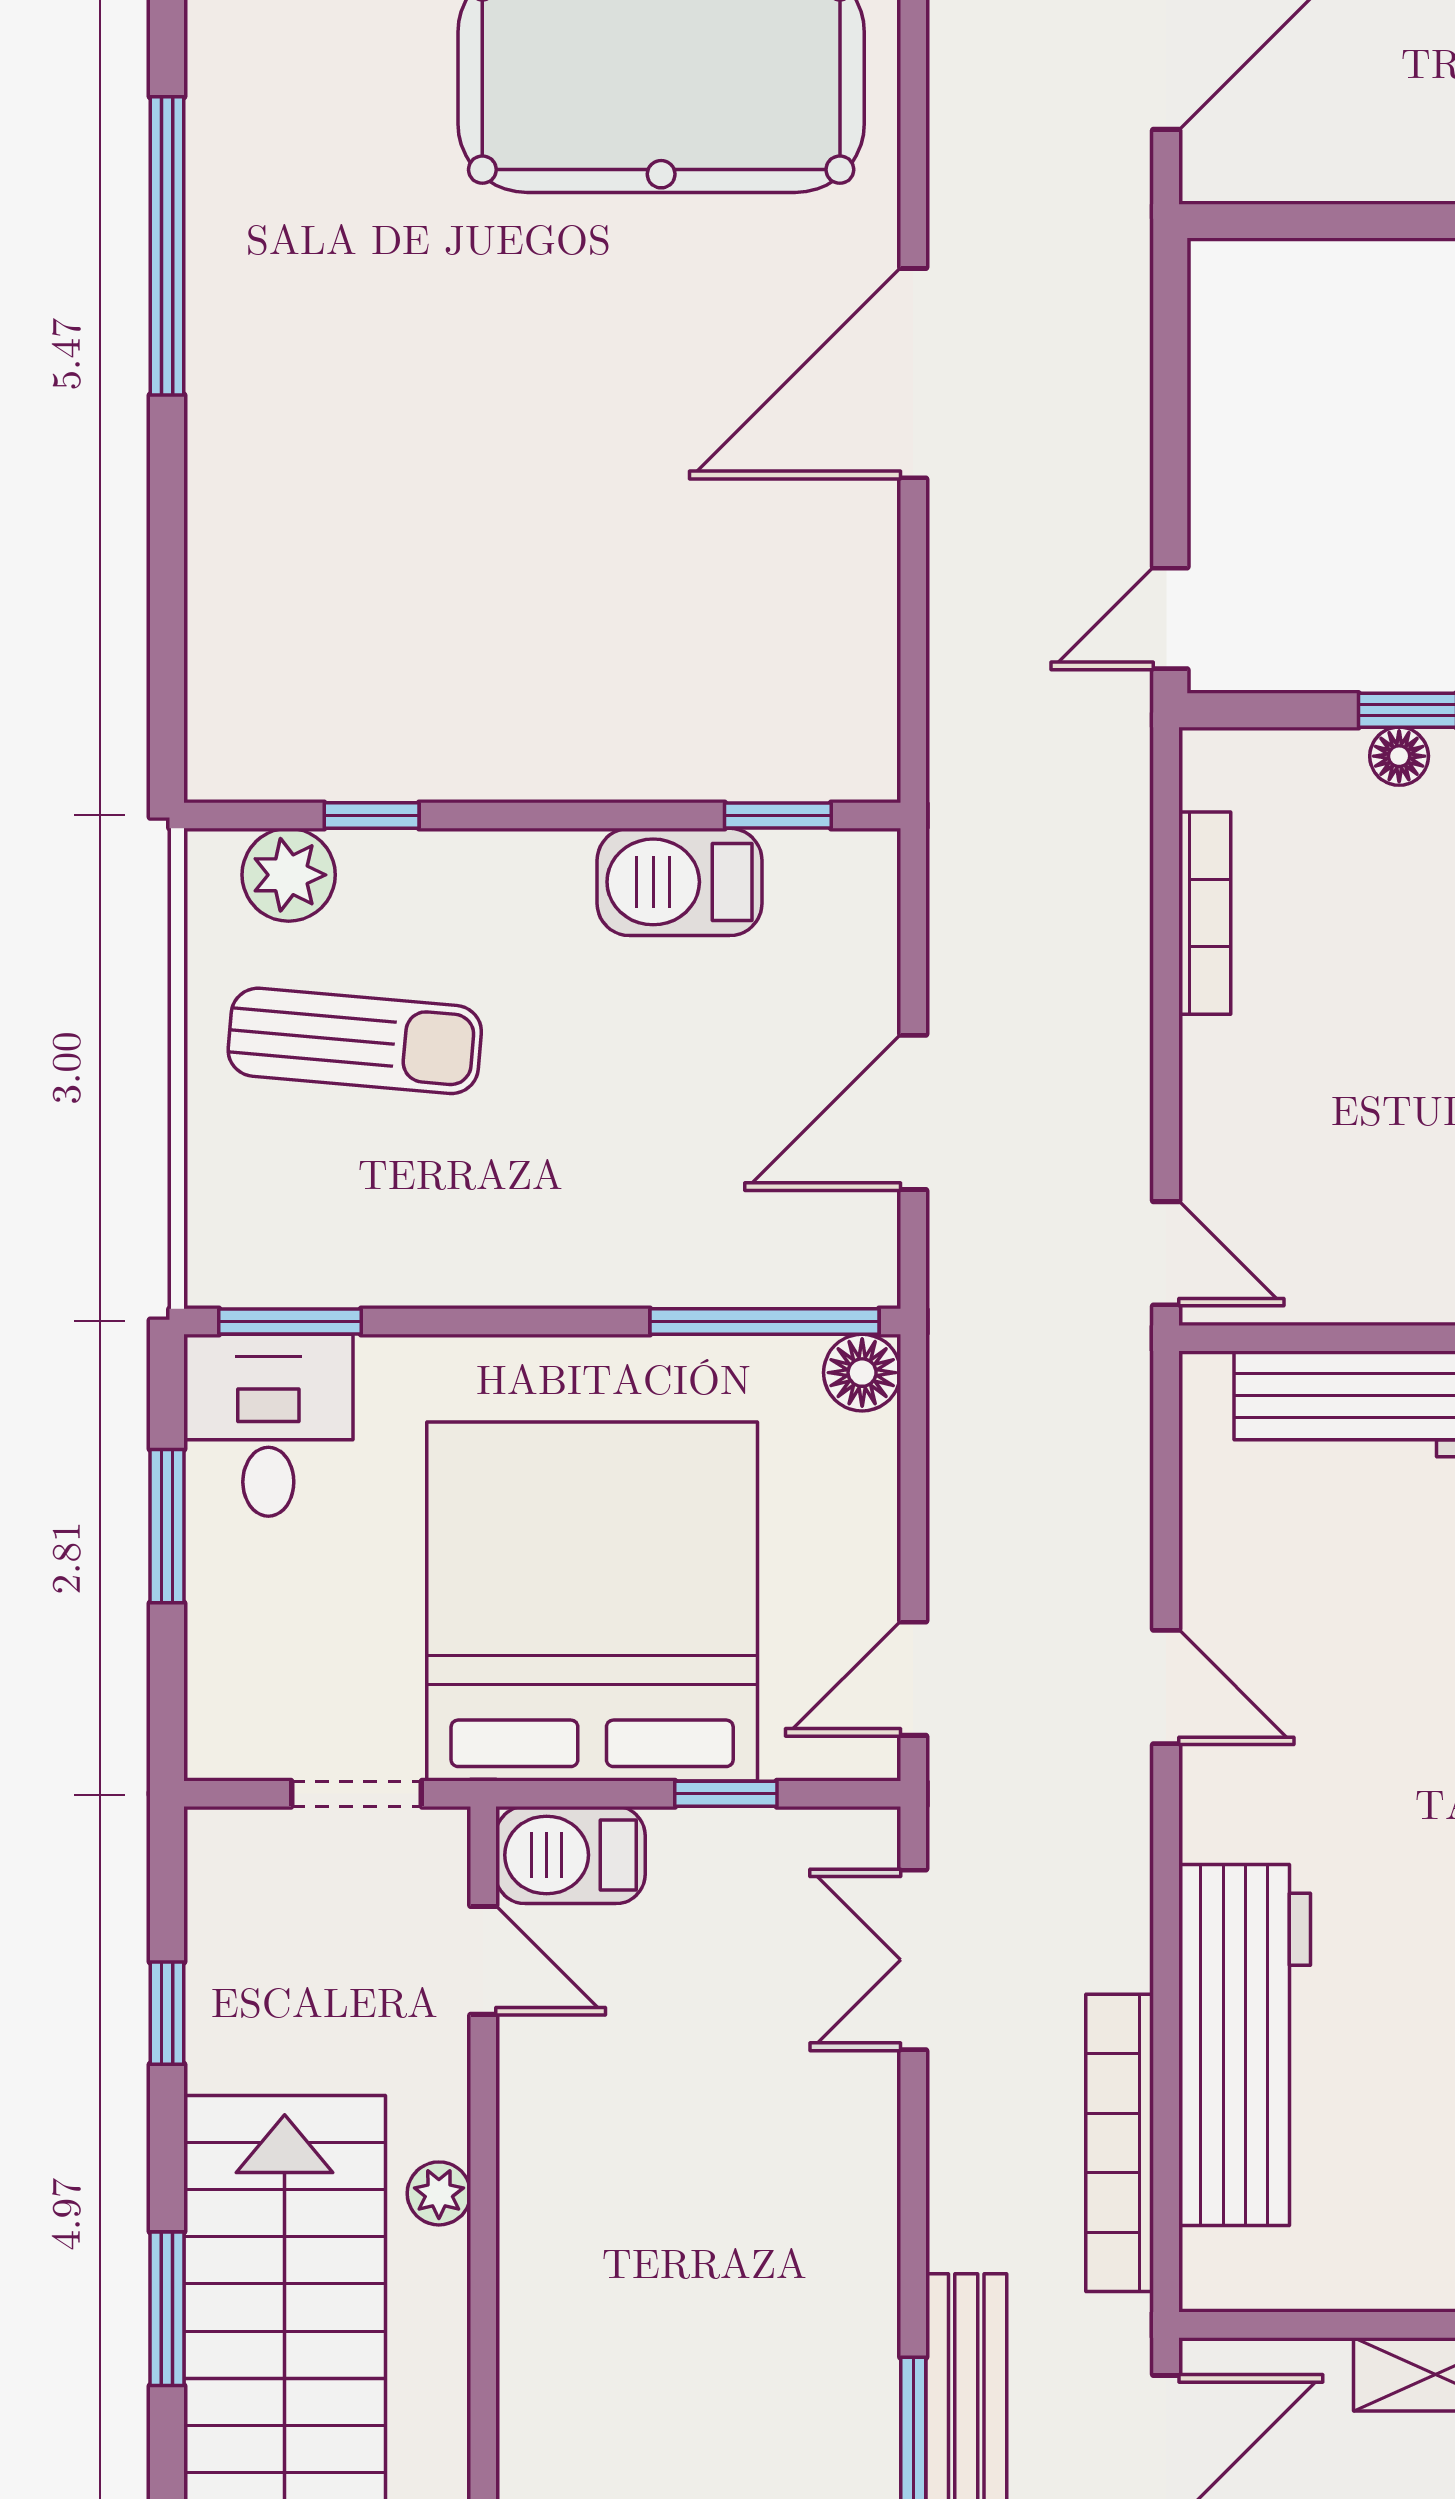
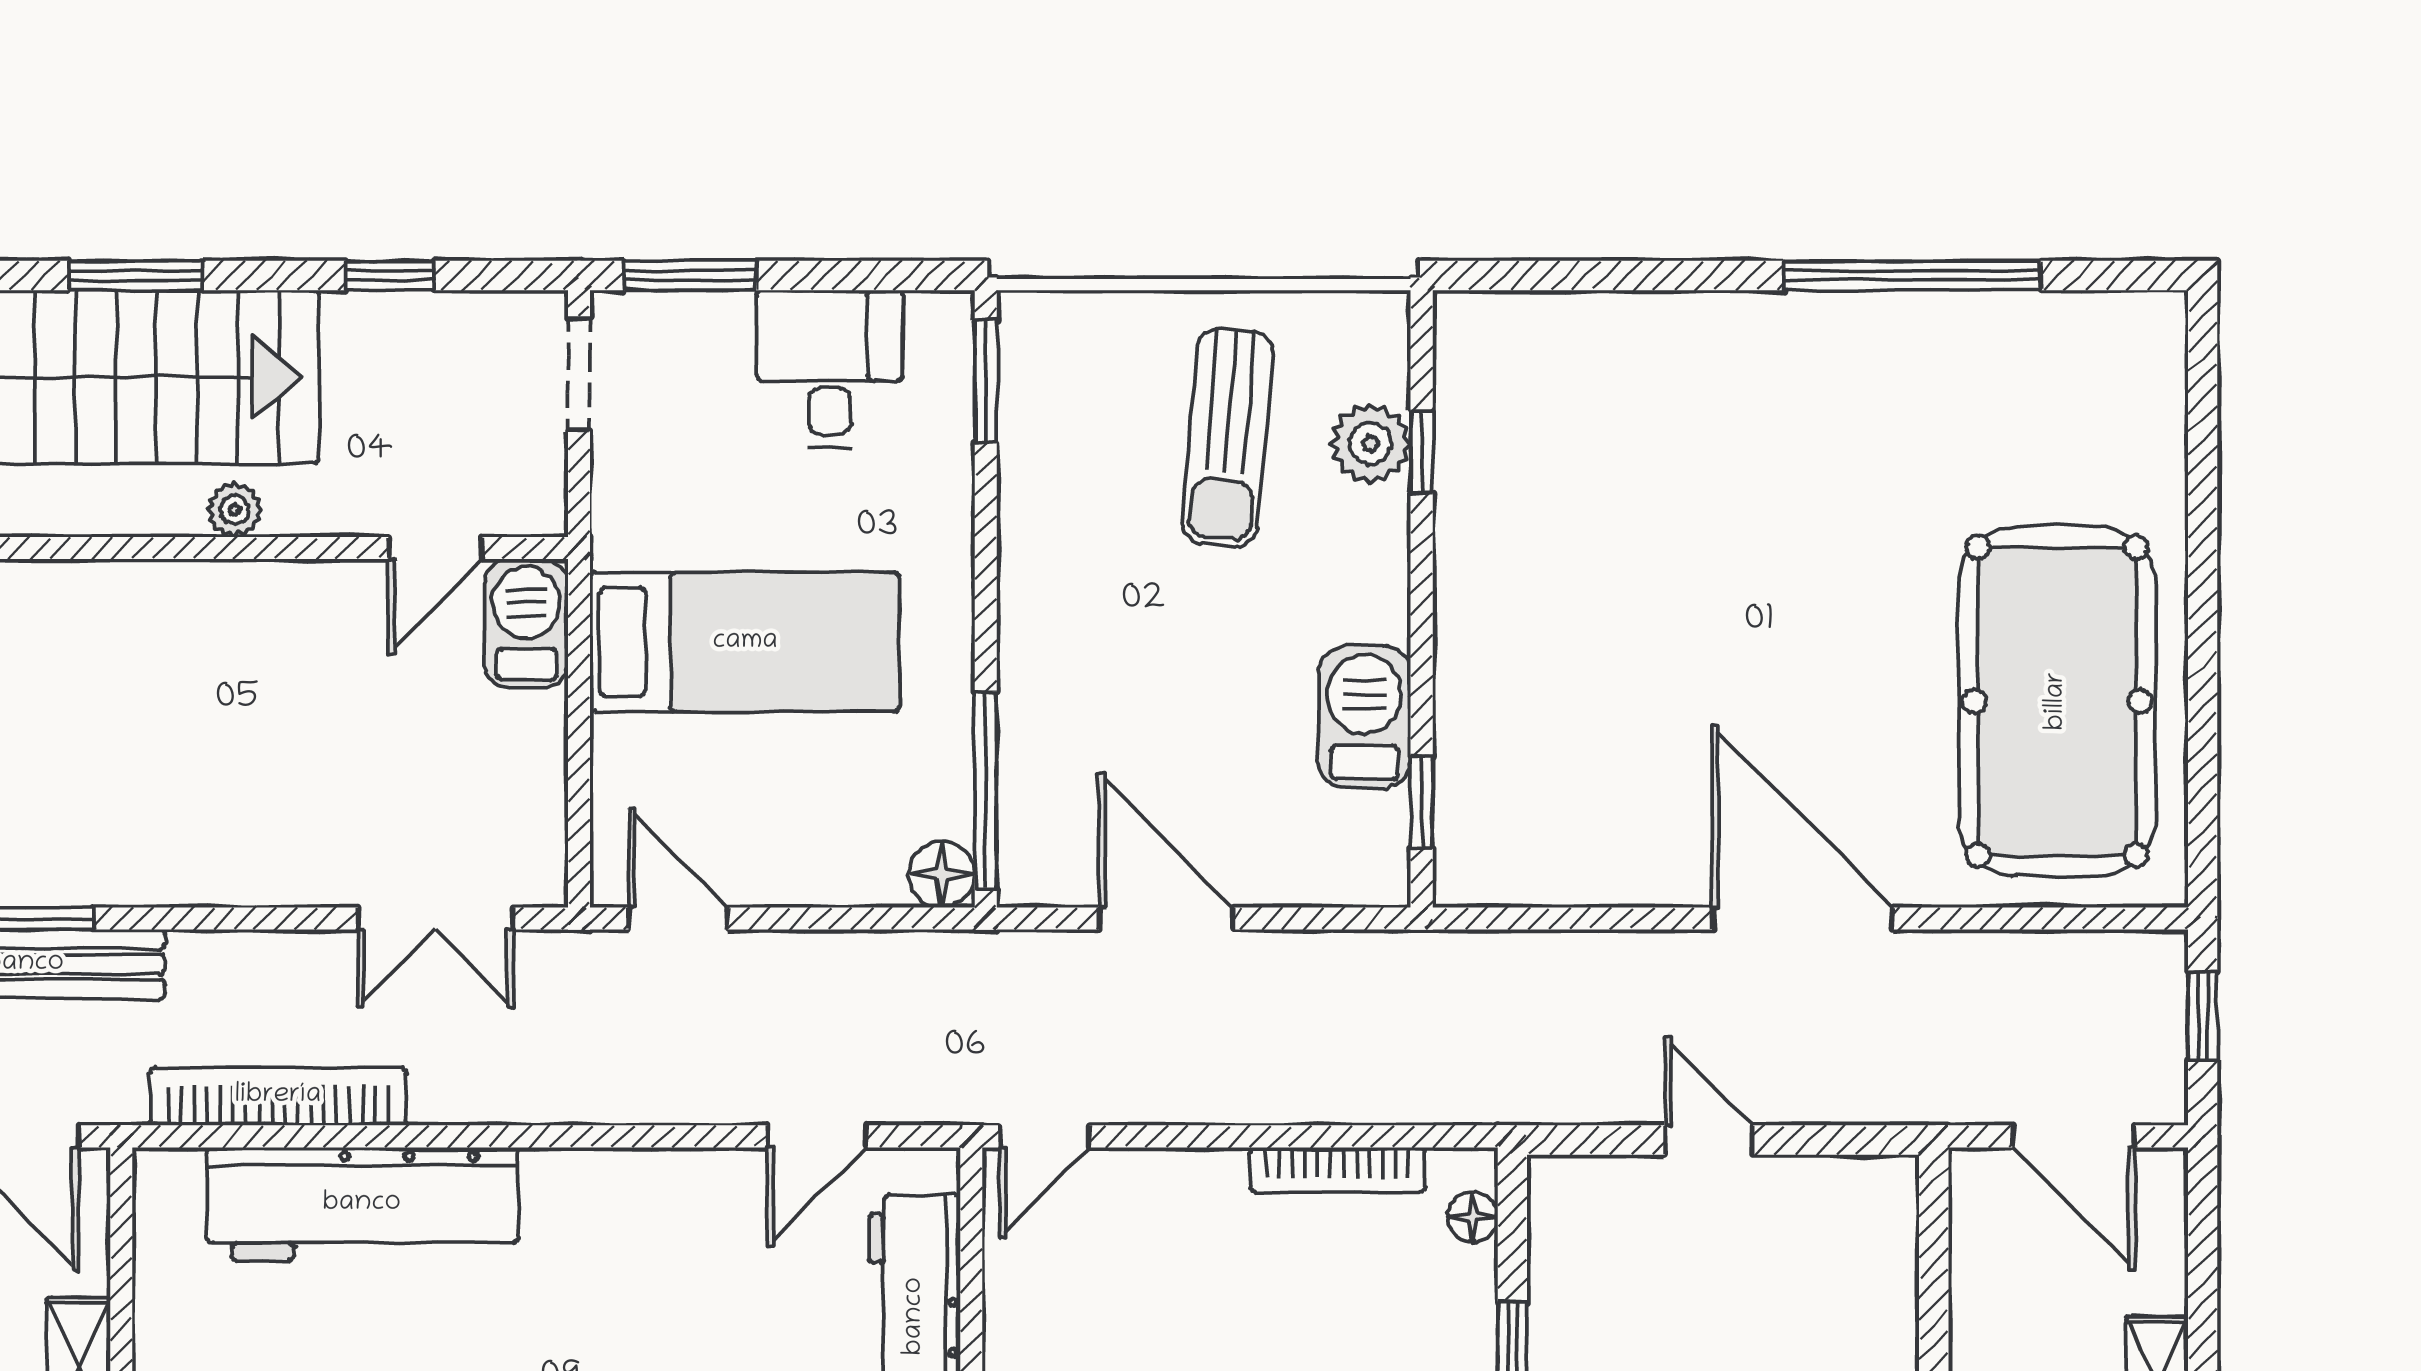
door: (1170, 618) -> (1709, 1140), moved
floor lamp: (1399, 756) -> (1473, 1217), moved
plant: (289, 875) -> (1371, 444), moved
desk: (268, 1425) -> (830, 369), moved, turned -90
window: (167, 1526) -> (690, 276), moved
bed: (592, 1601) -> (745, 642), width x0.49
door: (1166, 1687) -> (817, 1136), moved
doorway: (356, 1794) -> (579, 374), moved
window: (726, 1794) -> (579, 757), removed
double door: (913, 1960) -> (436, 918), swing flipped

